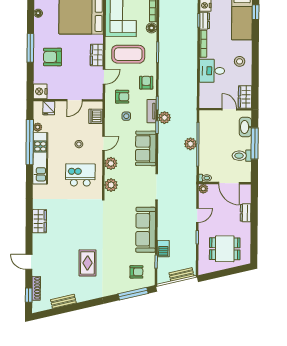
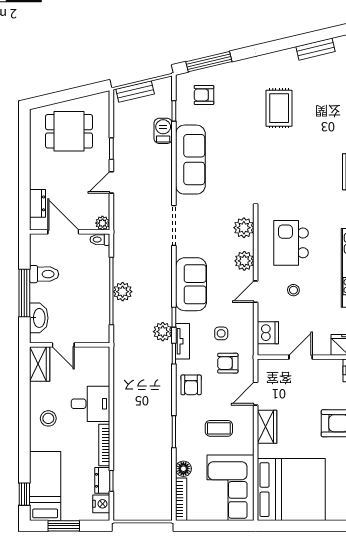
coffee table: (128, 54) -> (219, 428), width x0.54, depth x0.58
kitchen island: (80, 175) -> (291, 243), turned 90
dresser: (246, 213) -> (37, 203), moved

